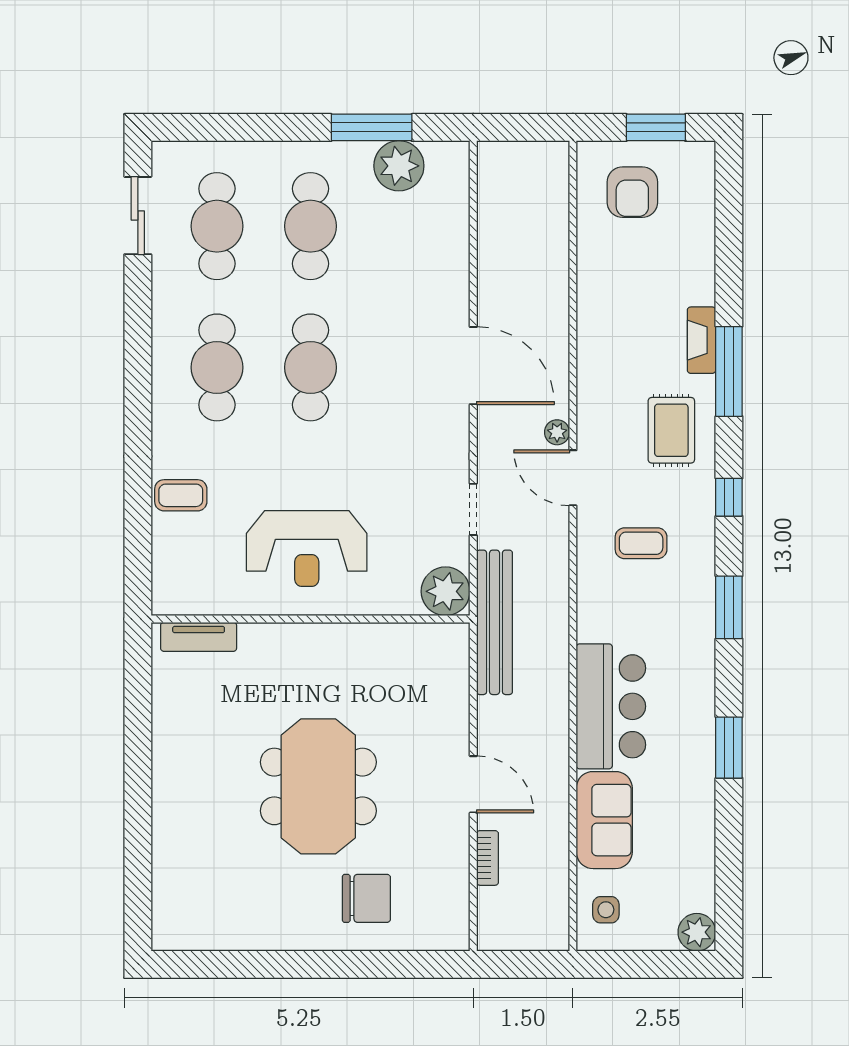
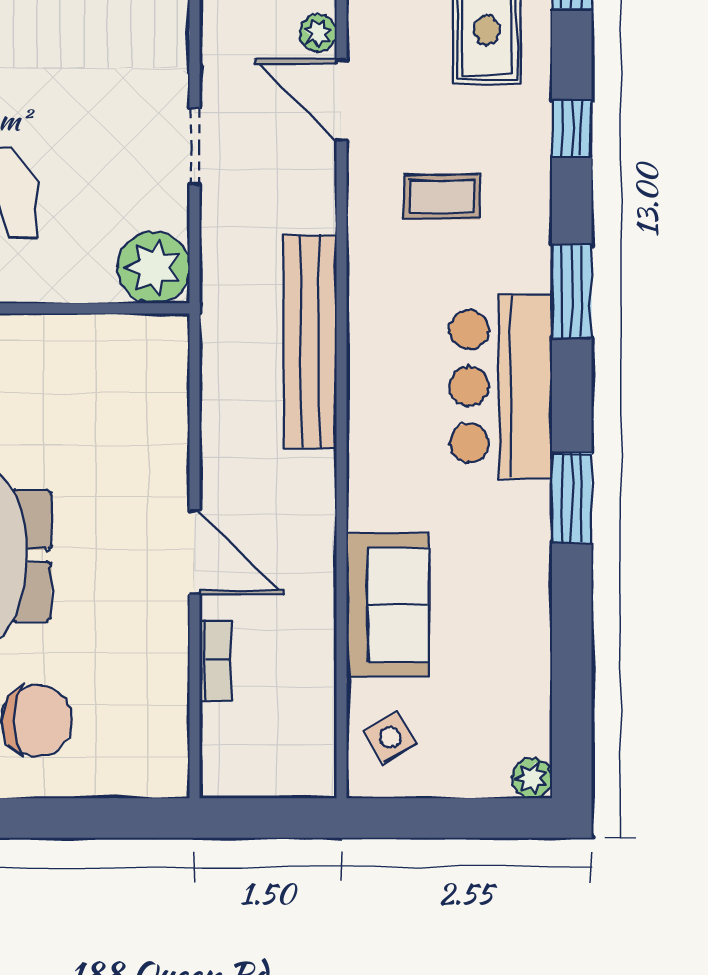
bench: (495, 622) -> (310, 342), moved
bar counter: (611, 706) -> (501, 386), moved, turned 180
side table: (606, 910) -> (390, 737), turned -32
plant: (697, 932) -> (532, 778), width x0.73, depth x0.73

